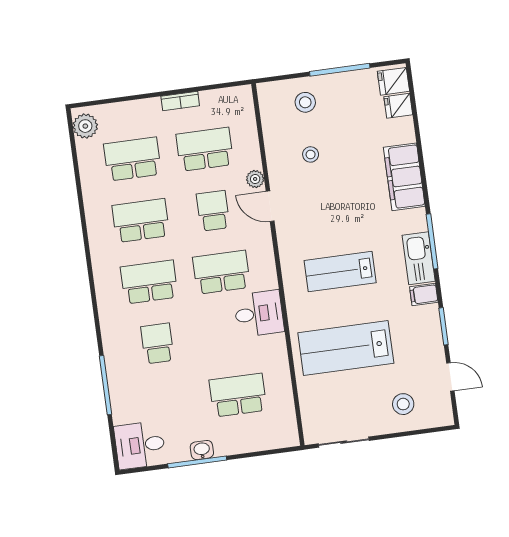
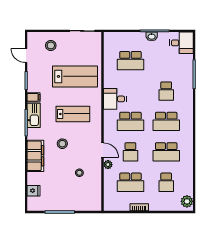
fridge: (393, 81) -> (34, 203), removed
stool: (305, 102) -> (62, 144), moved
school desk: (132, 159) -> (166, 182), width x0.54

